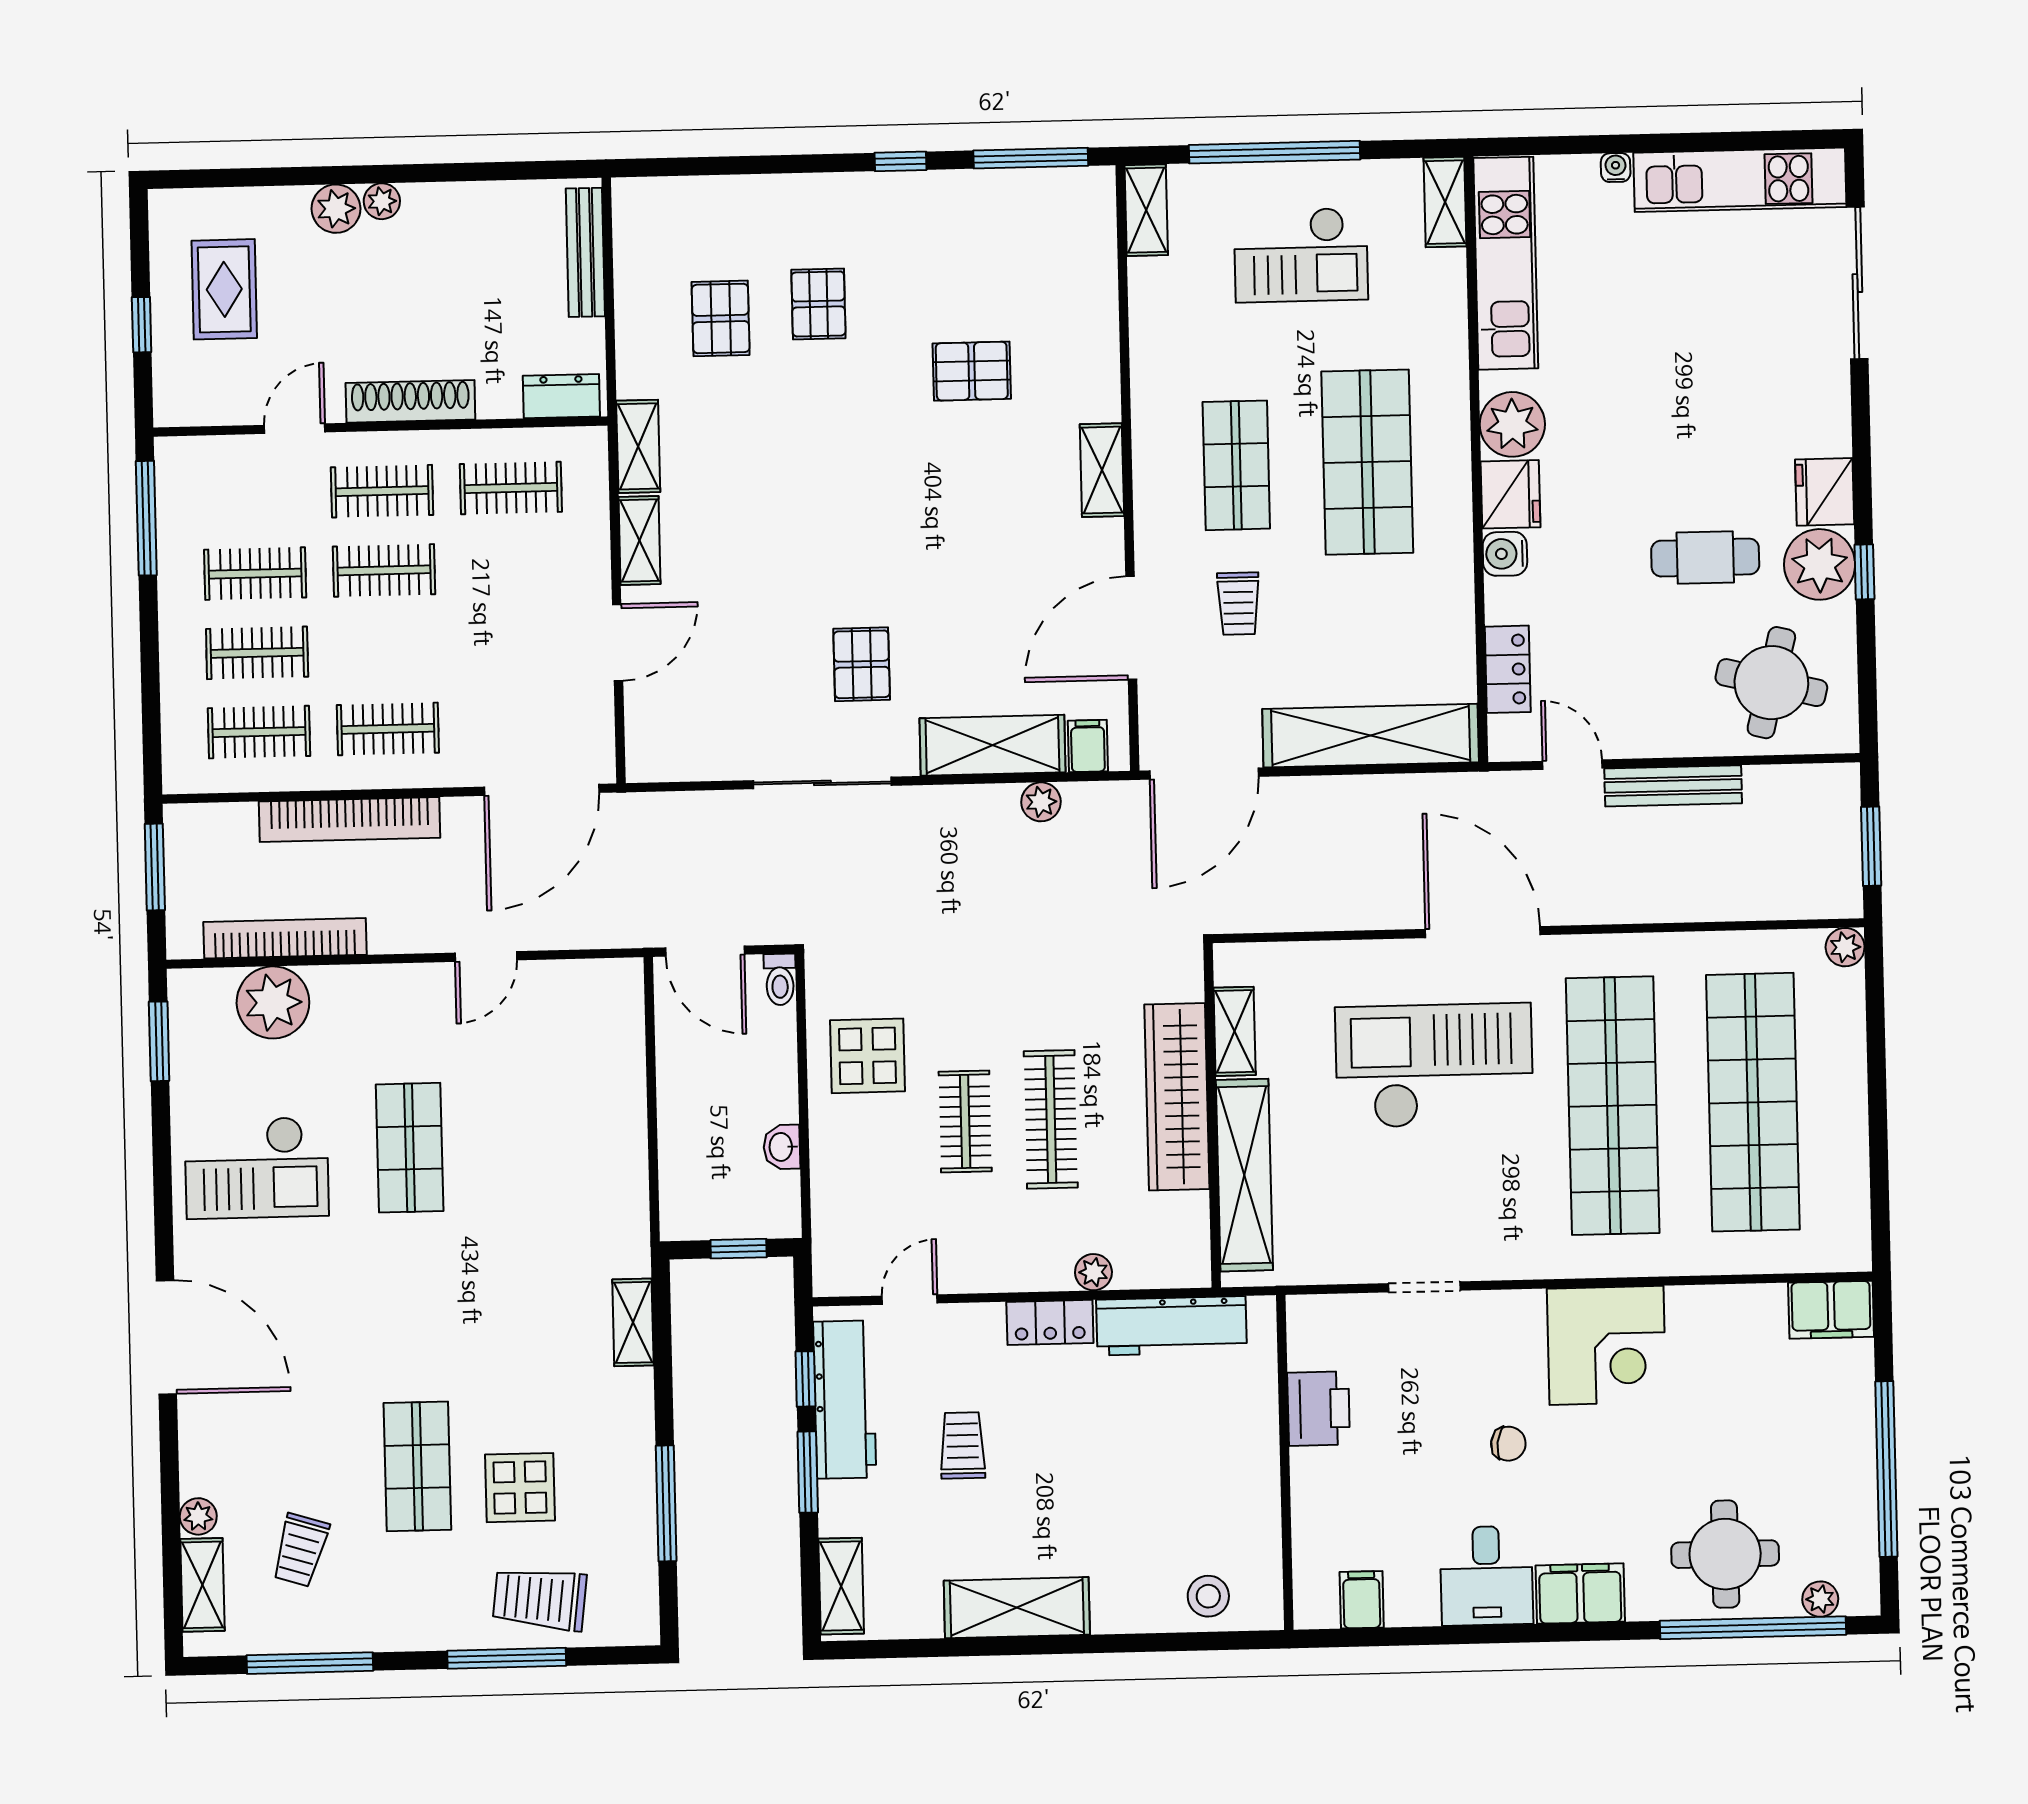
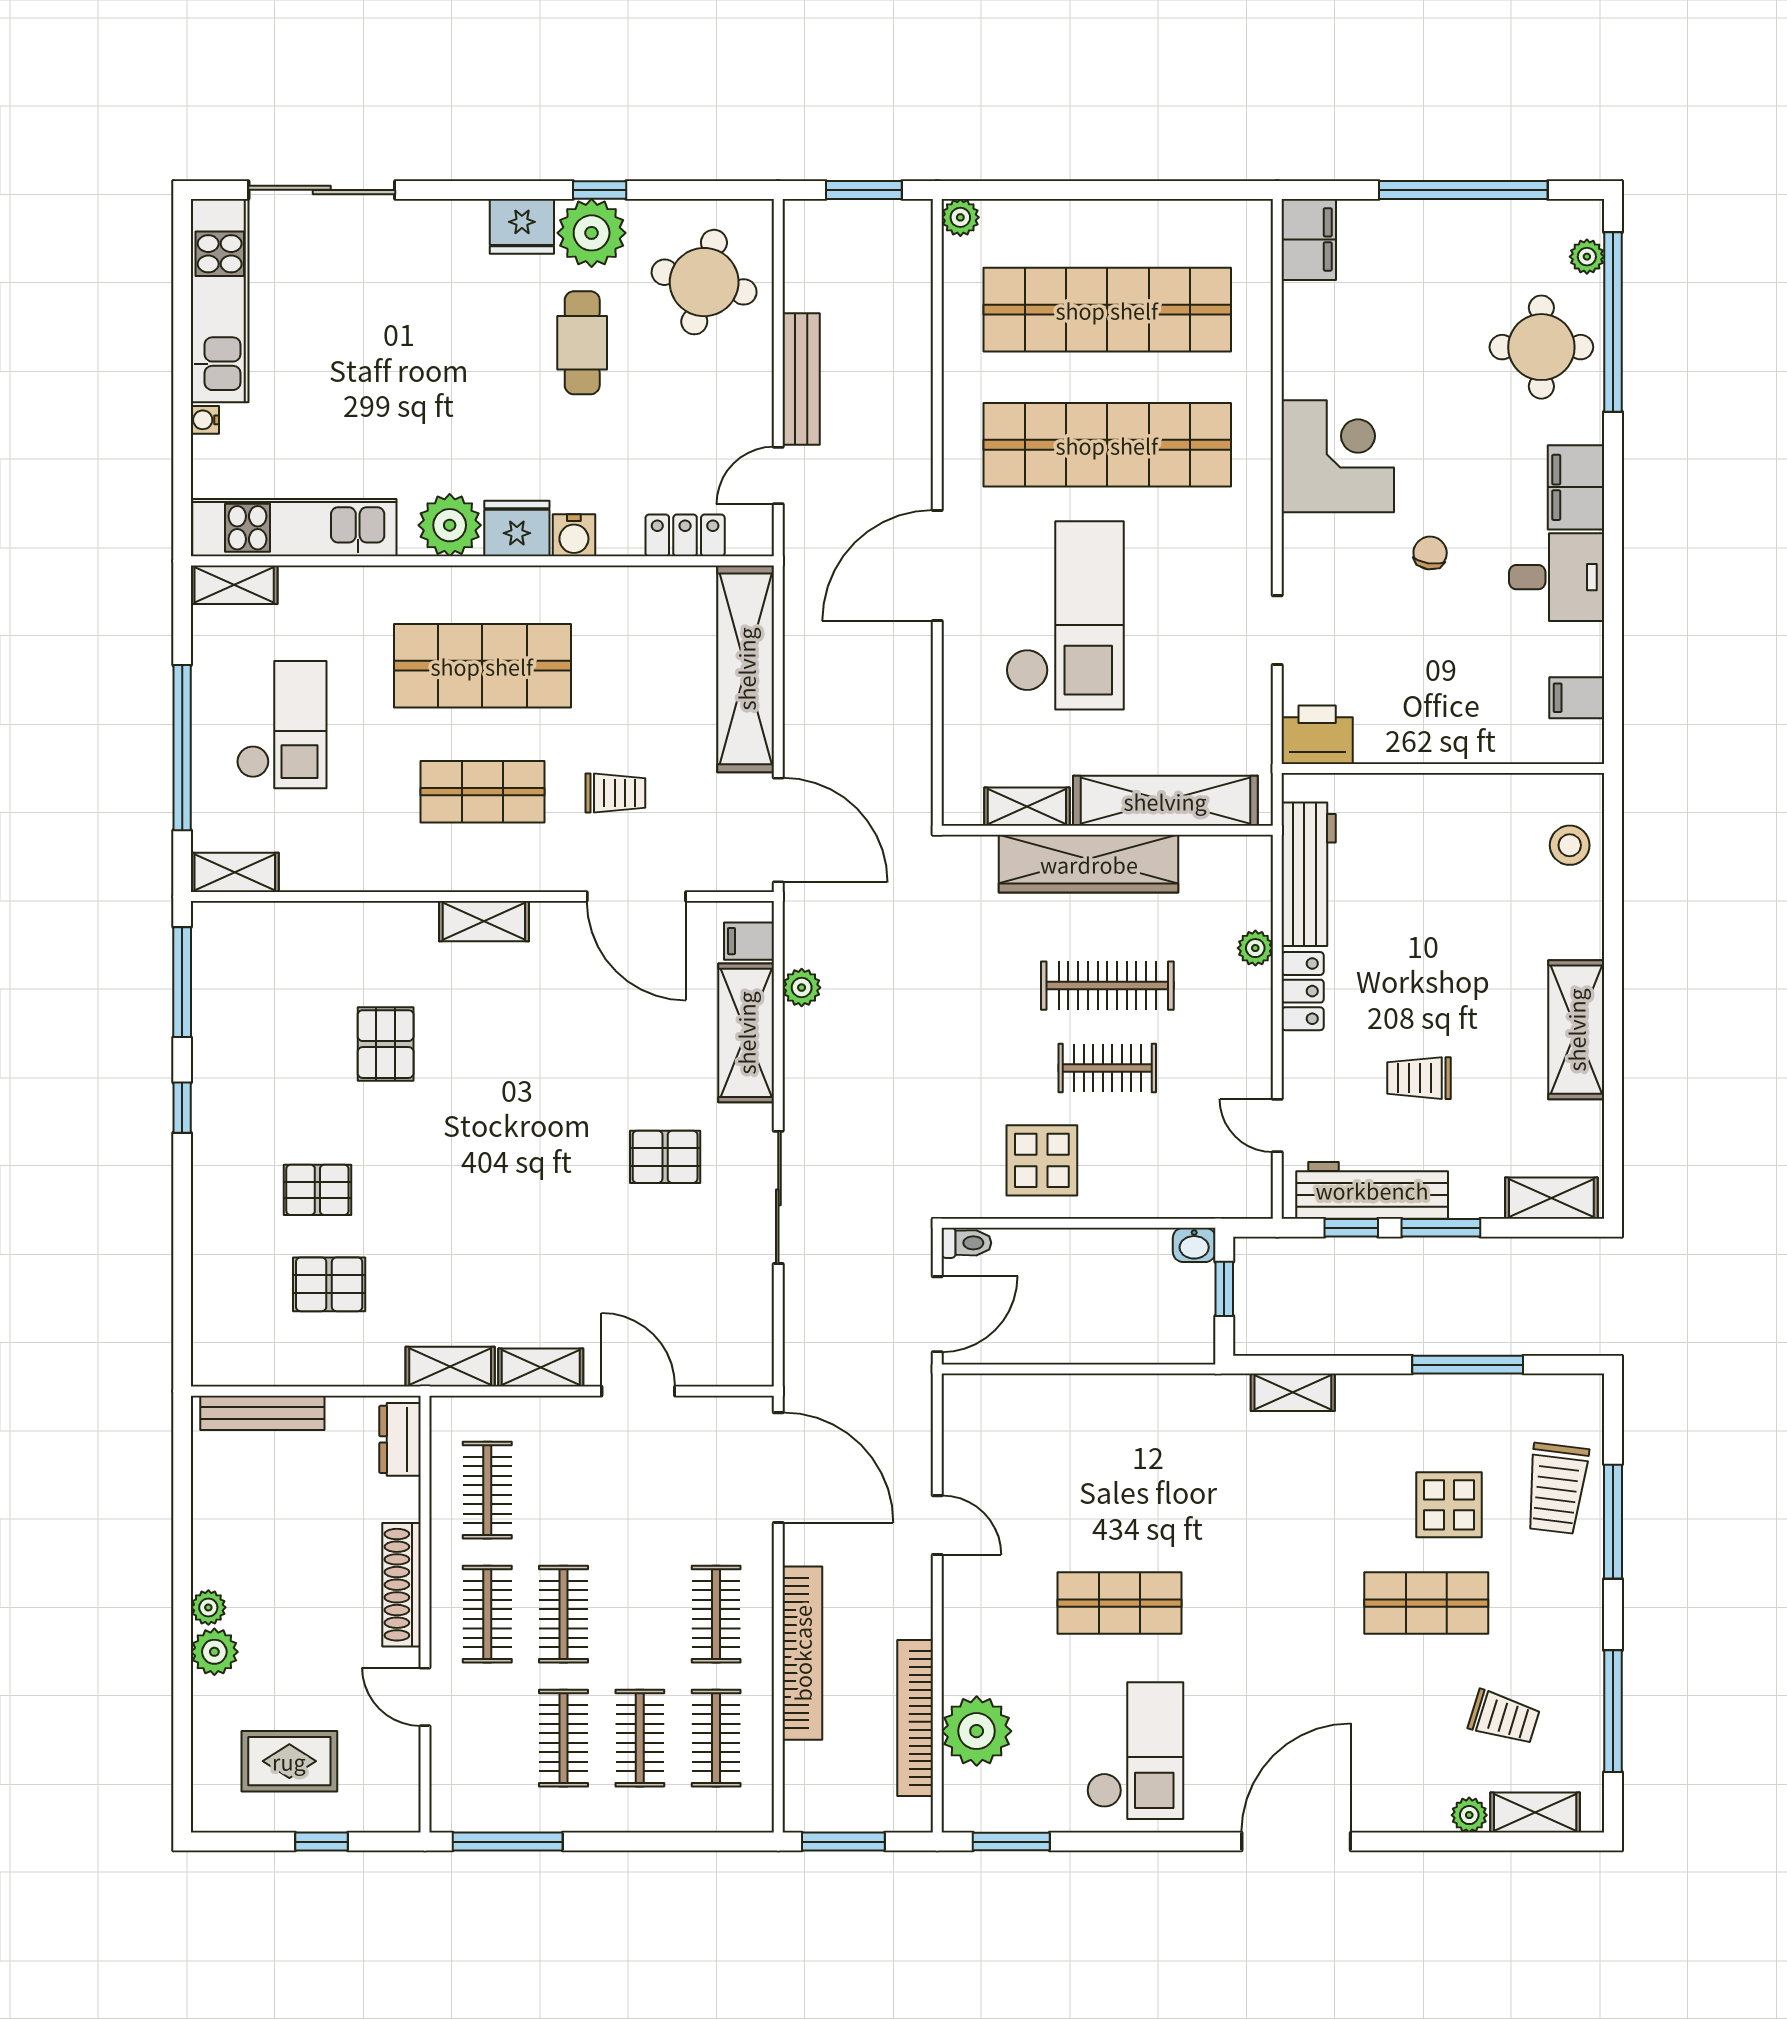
checkout: (1434, 1066) -> (1065, 615), turned 180
washbasin: (782, 1147) -> (1194, 1245), moved
printer: (1319, 1409) -> (1317, 735), moved

